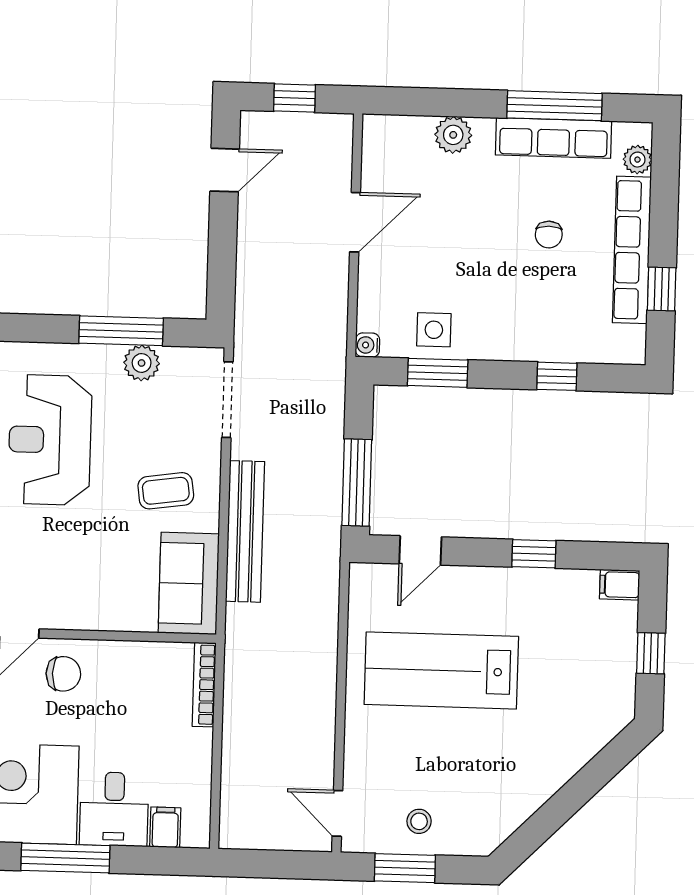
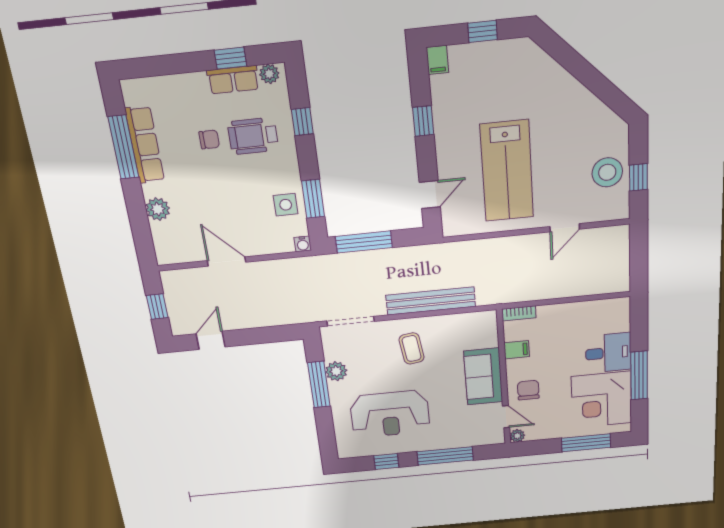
plant: (637, 160) -> (269, 74), moved
door: (225, 170) -> (211, 340), hinge flipped
row of seats: (632, 250) -> (233, 80), width x0.50
wheelchair: (545, 300) -> (253, 136), added
window: (357, 483) -> (364, 242), moved
door: (420, 550) -> (430, 195), hinge flipped
sofa: (189, 583) -> (483, 377), moved, turned 90
bookcase: (204, 685) -> (519, 313), width x0.64
door: (337, 813) -> (565, 228), moved
stool: (419, 821) -> (607, 172), width x1.89, depth x1.89
filing cabinet: (165, 827) -> (517, 350), moved, turned 180
window: (405, 868) -> (638, 177), width x0.67

